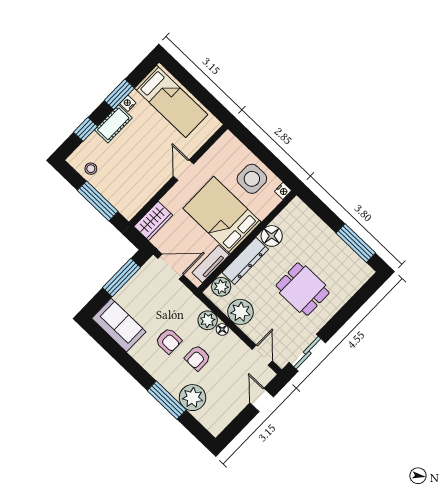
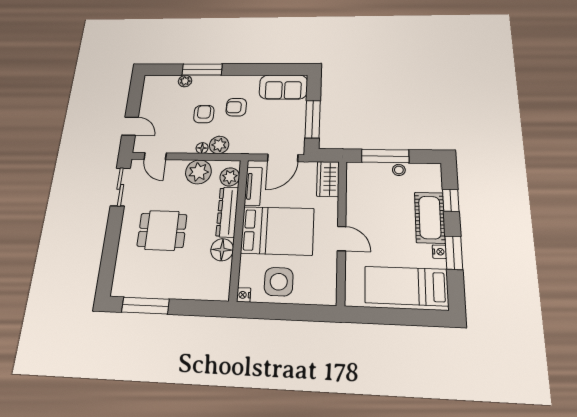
cot: (113, 124) -> (430, 218), width x1.37, depth x1.34
stool: (91, 169) -> (399, 170), moved
plant: (193, 398) -> (185, 81), width x0.53, depth x0.53

